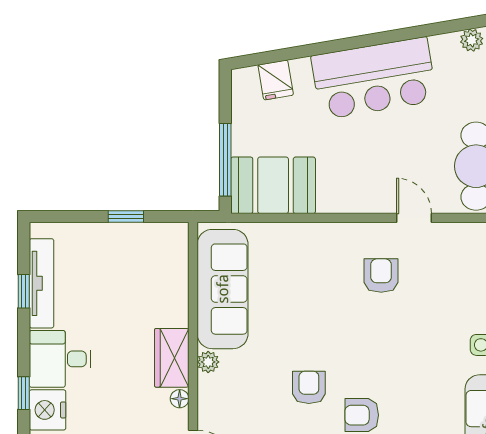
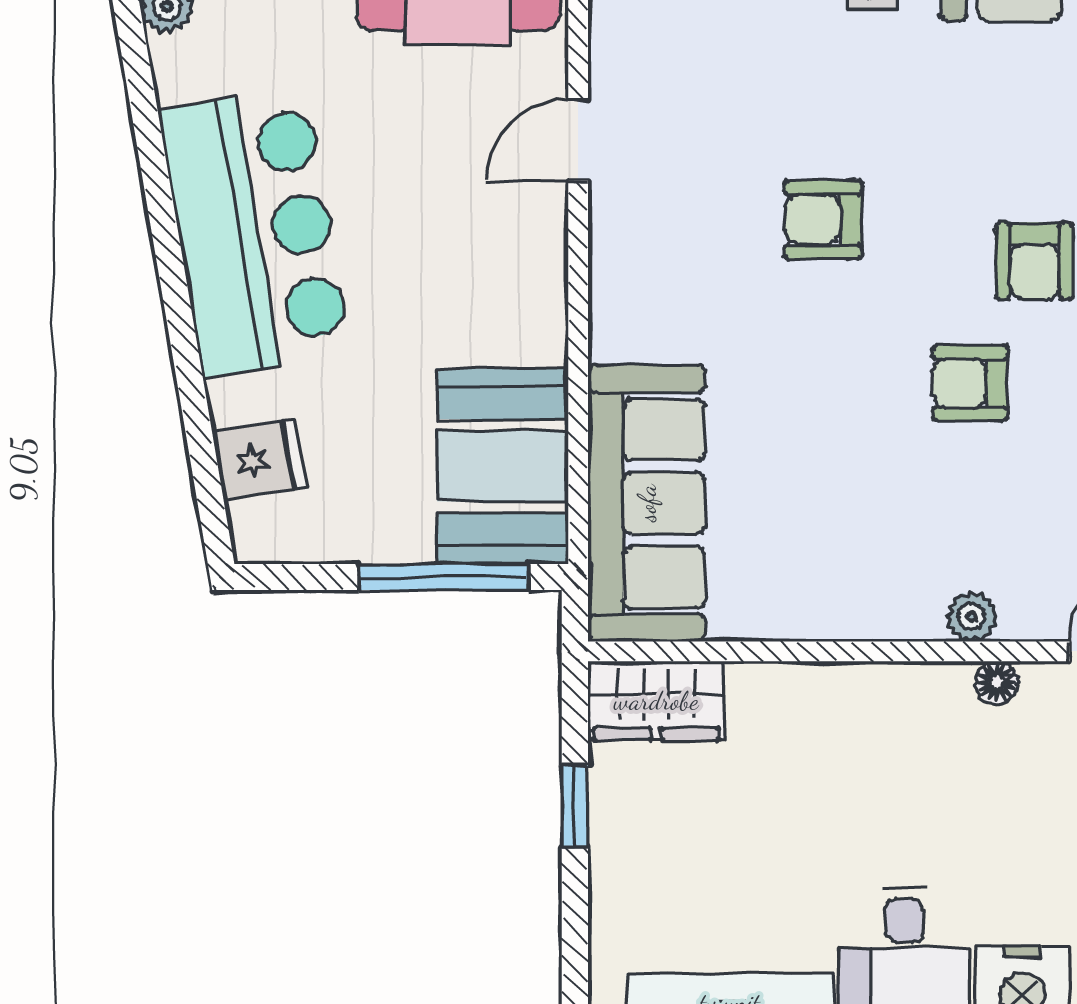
armchair: (381, 276) -> (823, 220), moved
sofa: (223, 289) -> (647, 503), moved, turned 90
wardrobe: (172, 358) -> (656, 701), moved
plant: (208, 362) -> (972, 616), moved

